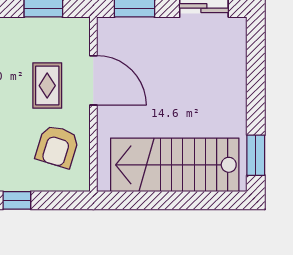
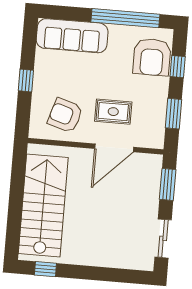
window: (256, 155) -> (45, 269), width x0.67

